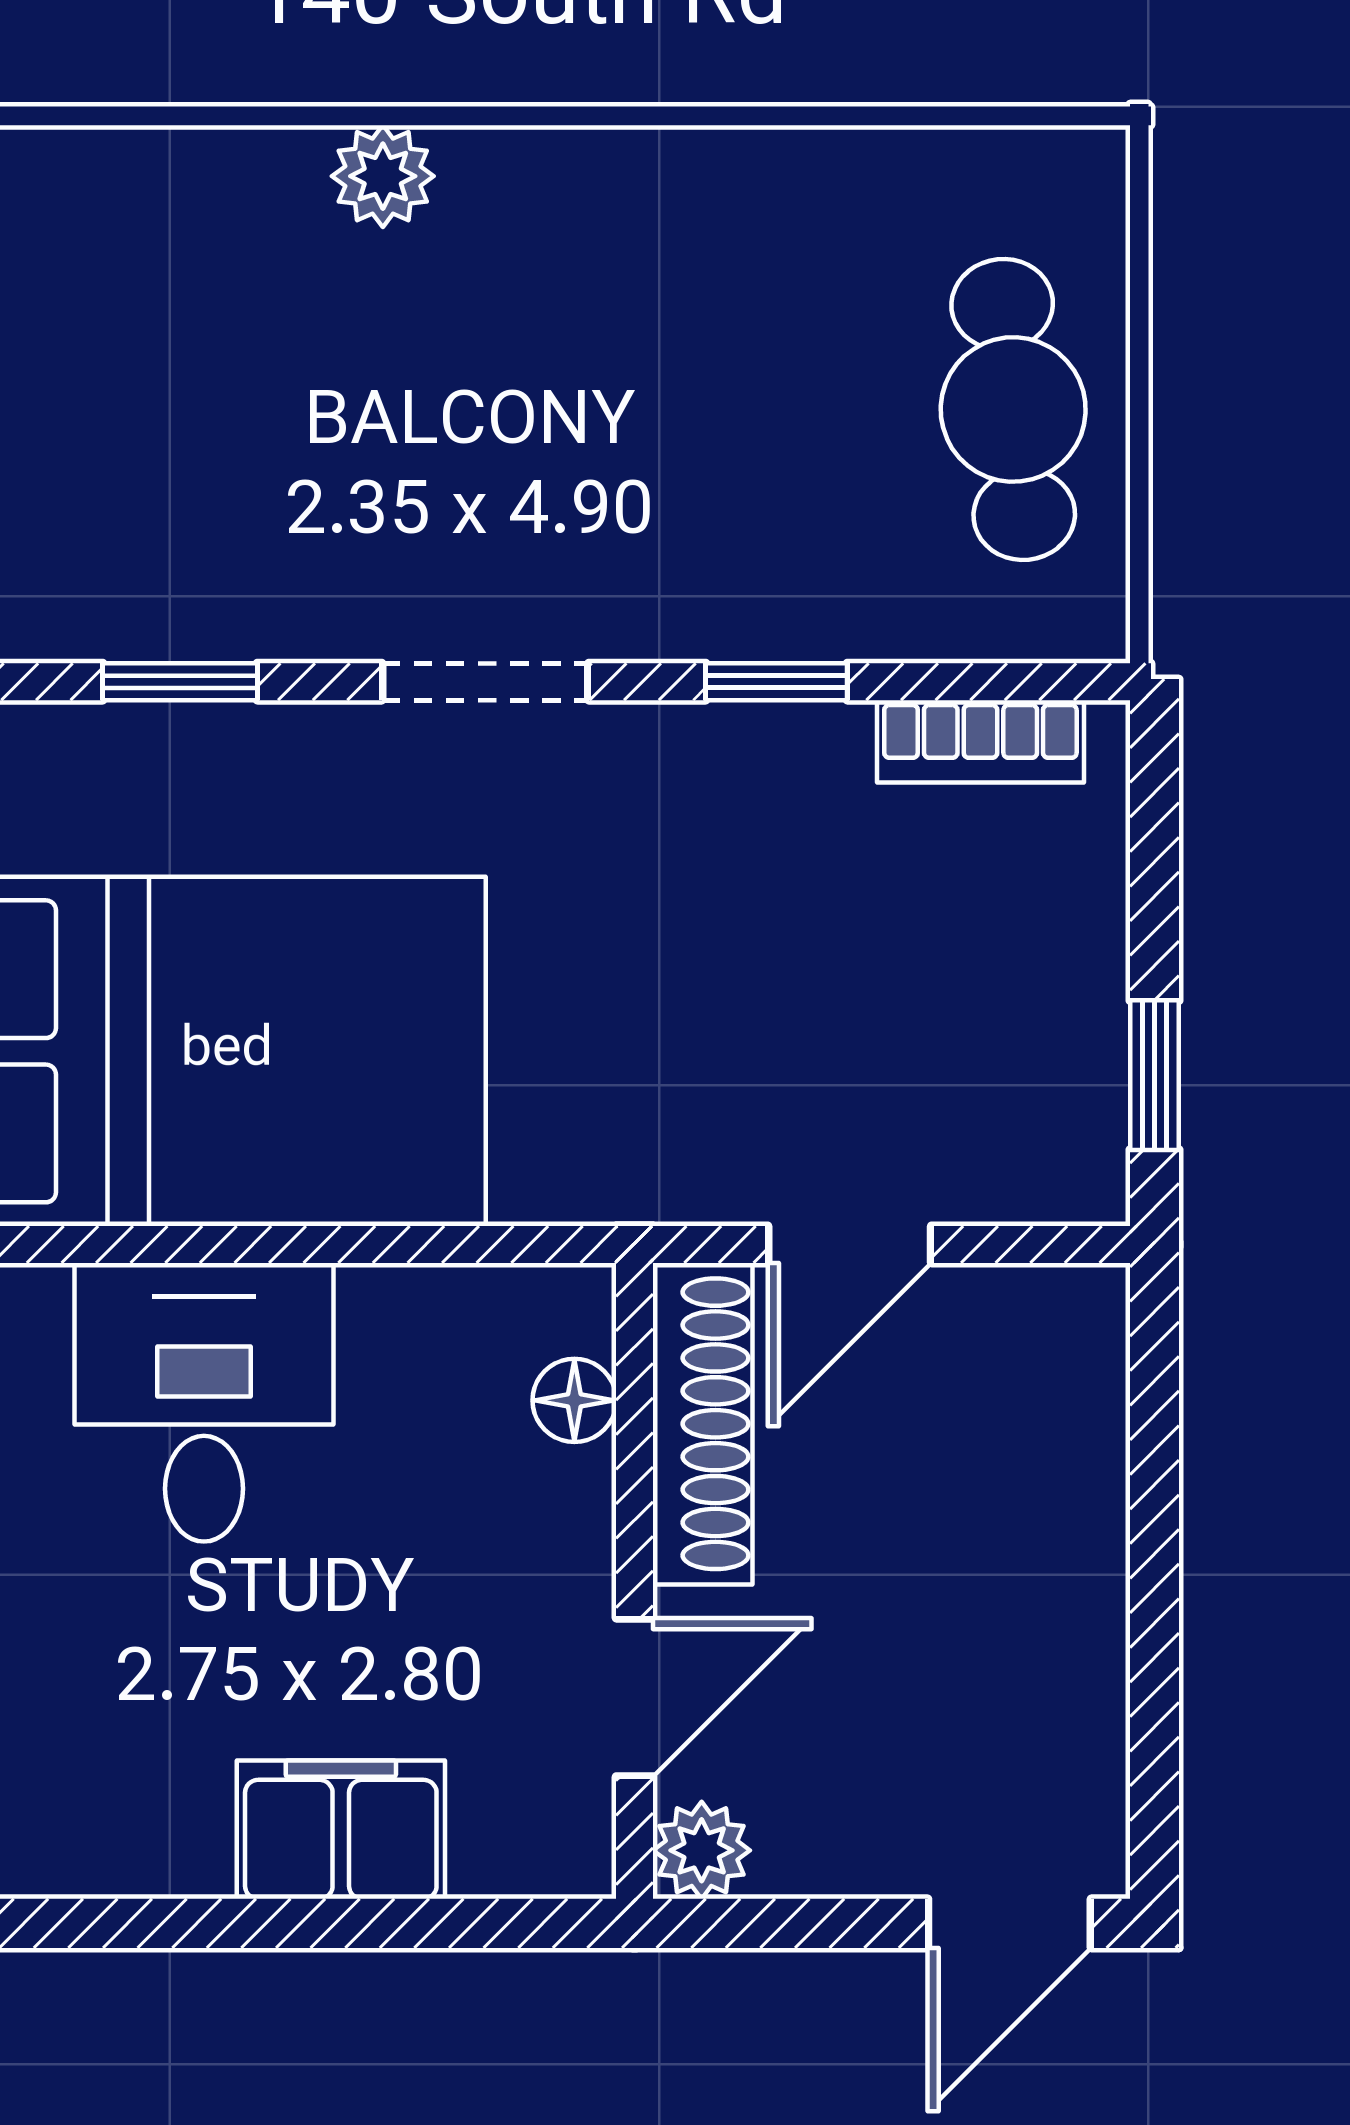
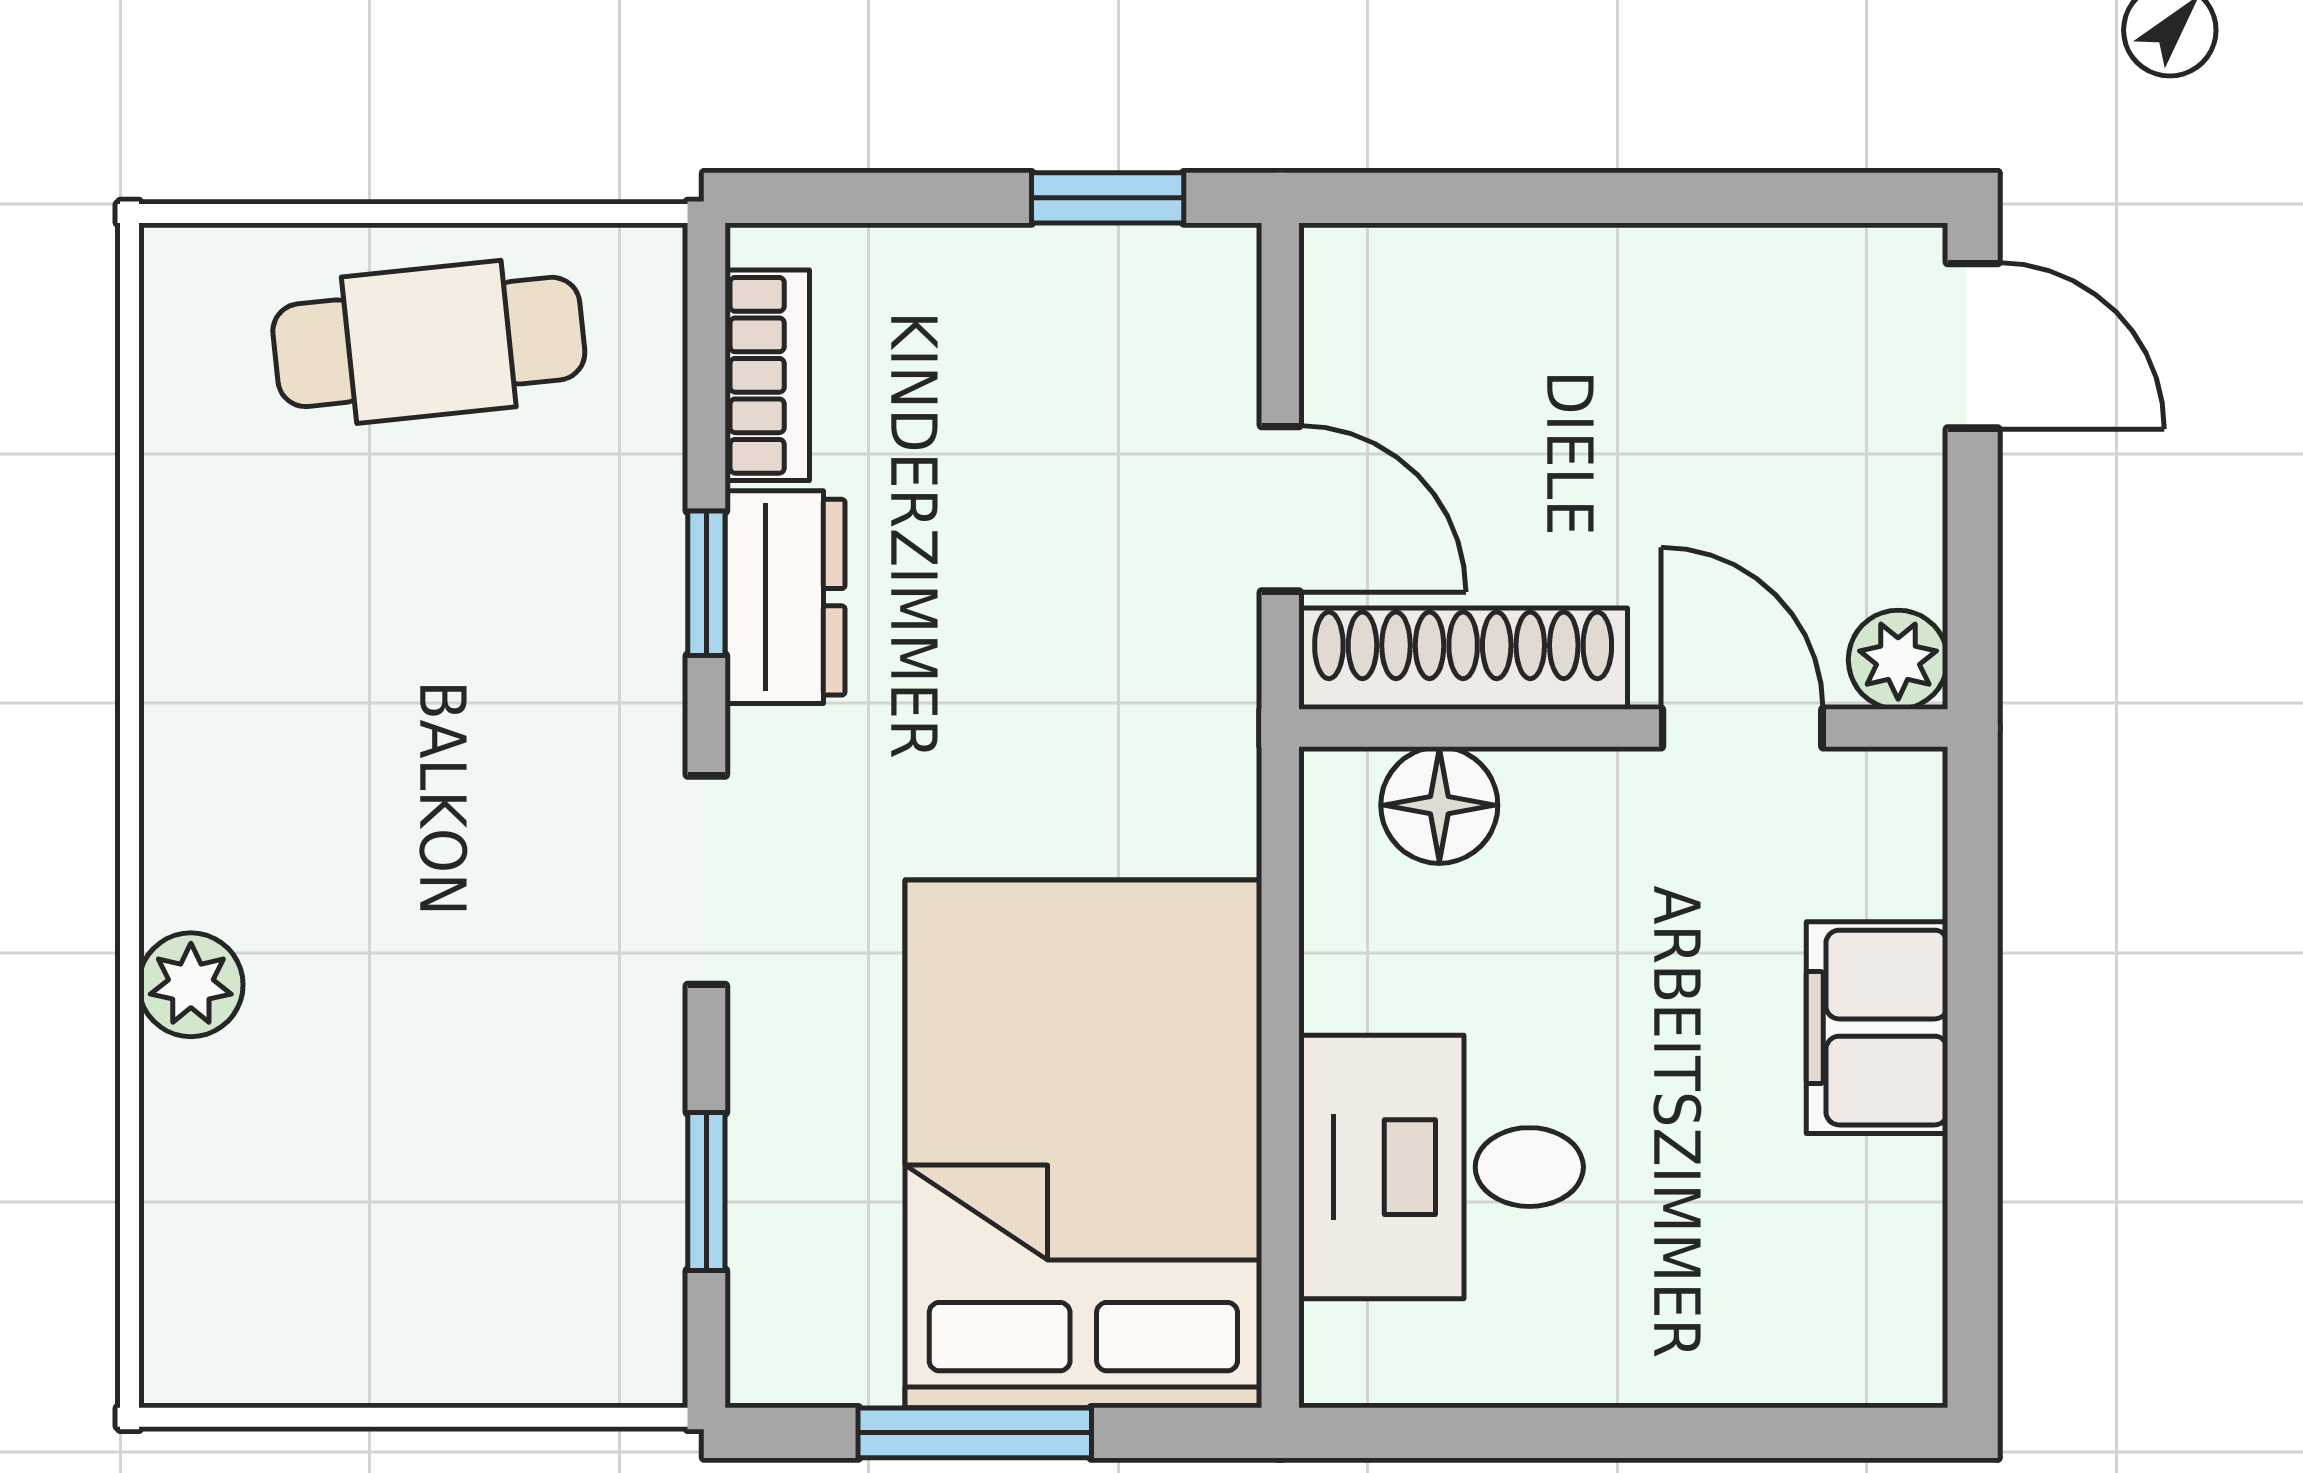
dresser: (763, 759) -> (785, 597), added
floor lamp: (574, 1400) -> (1439, 805), width x1.37, depth x1.37

